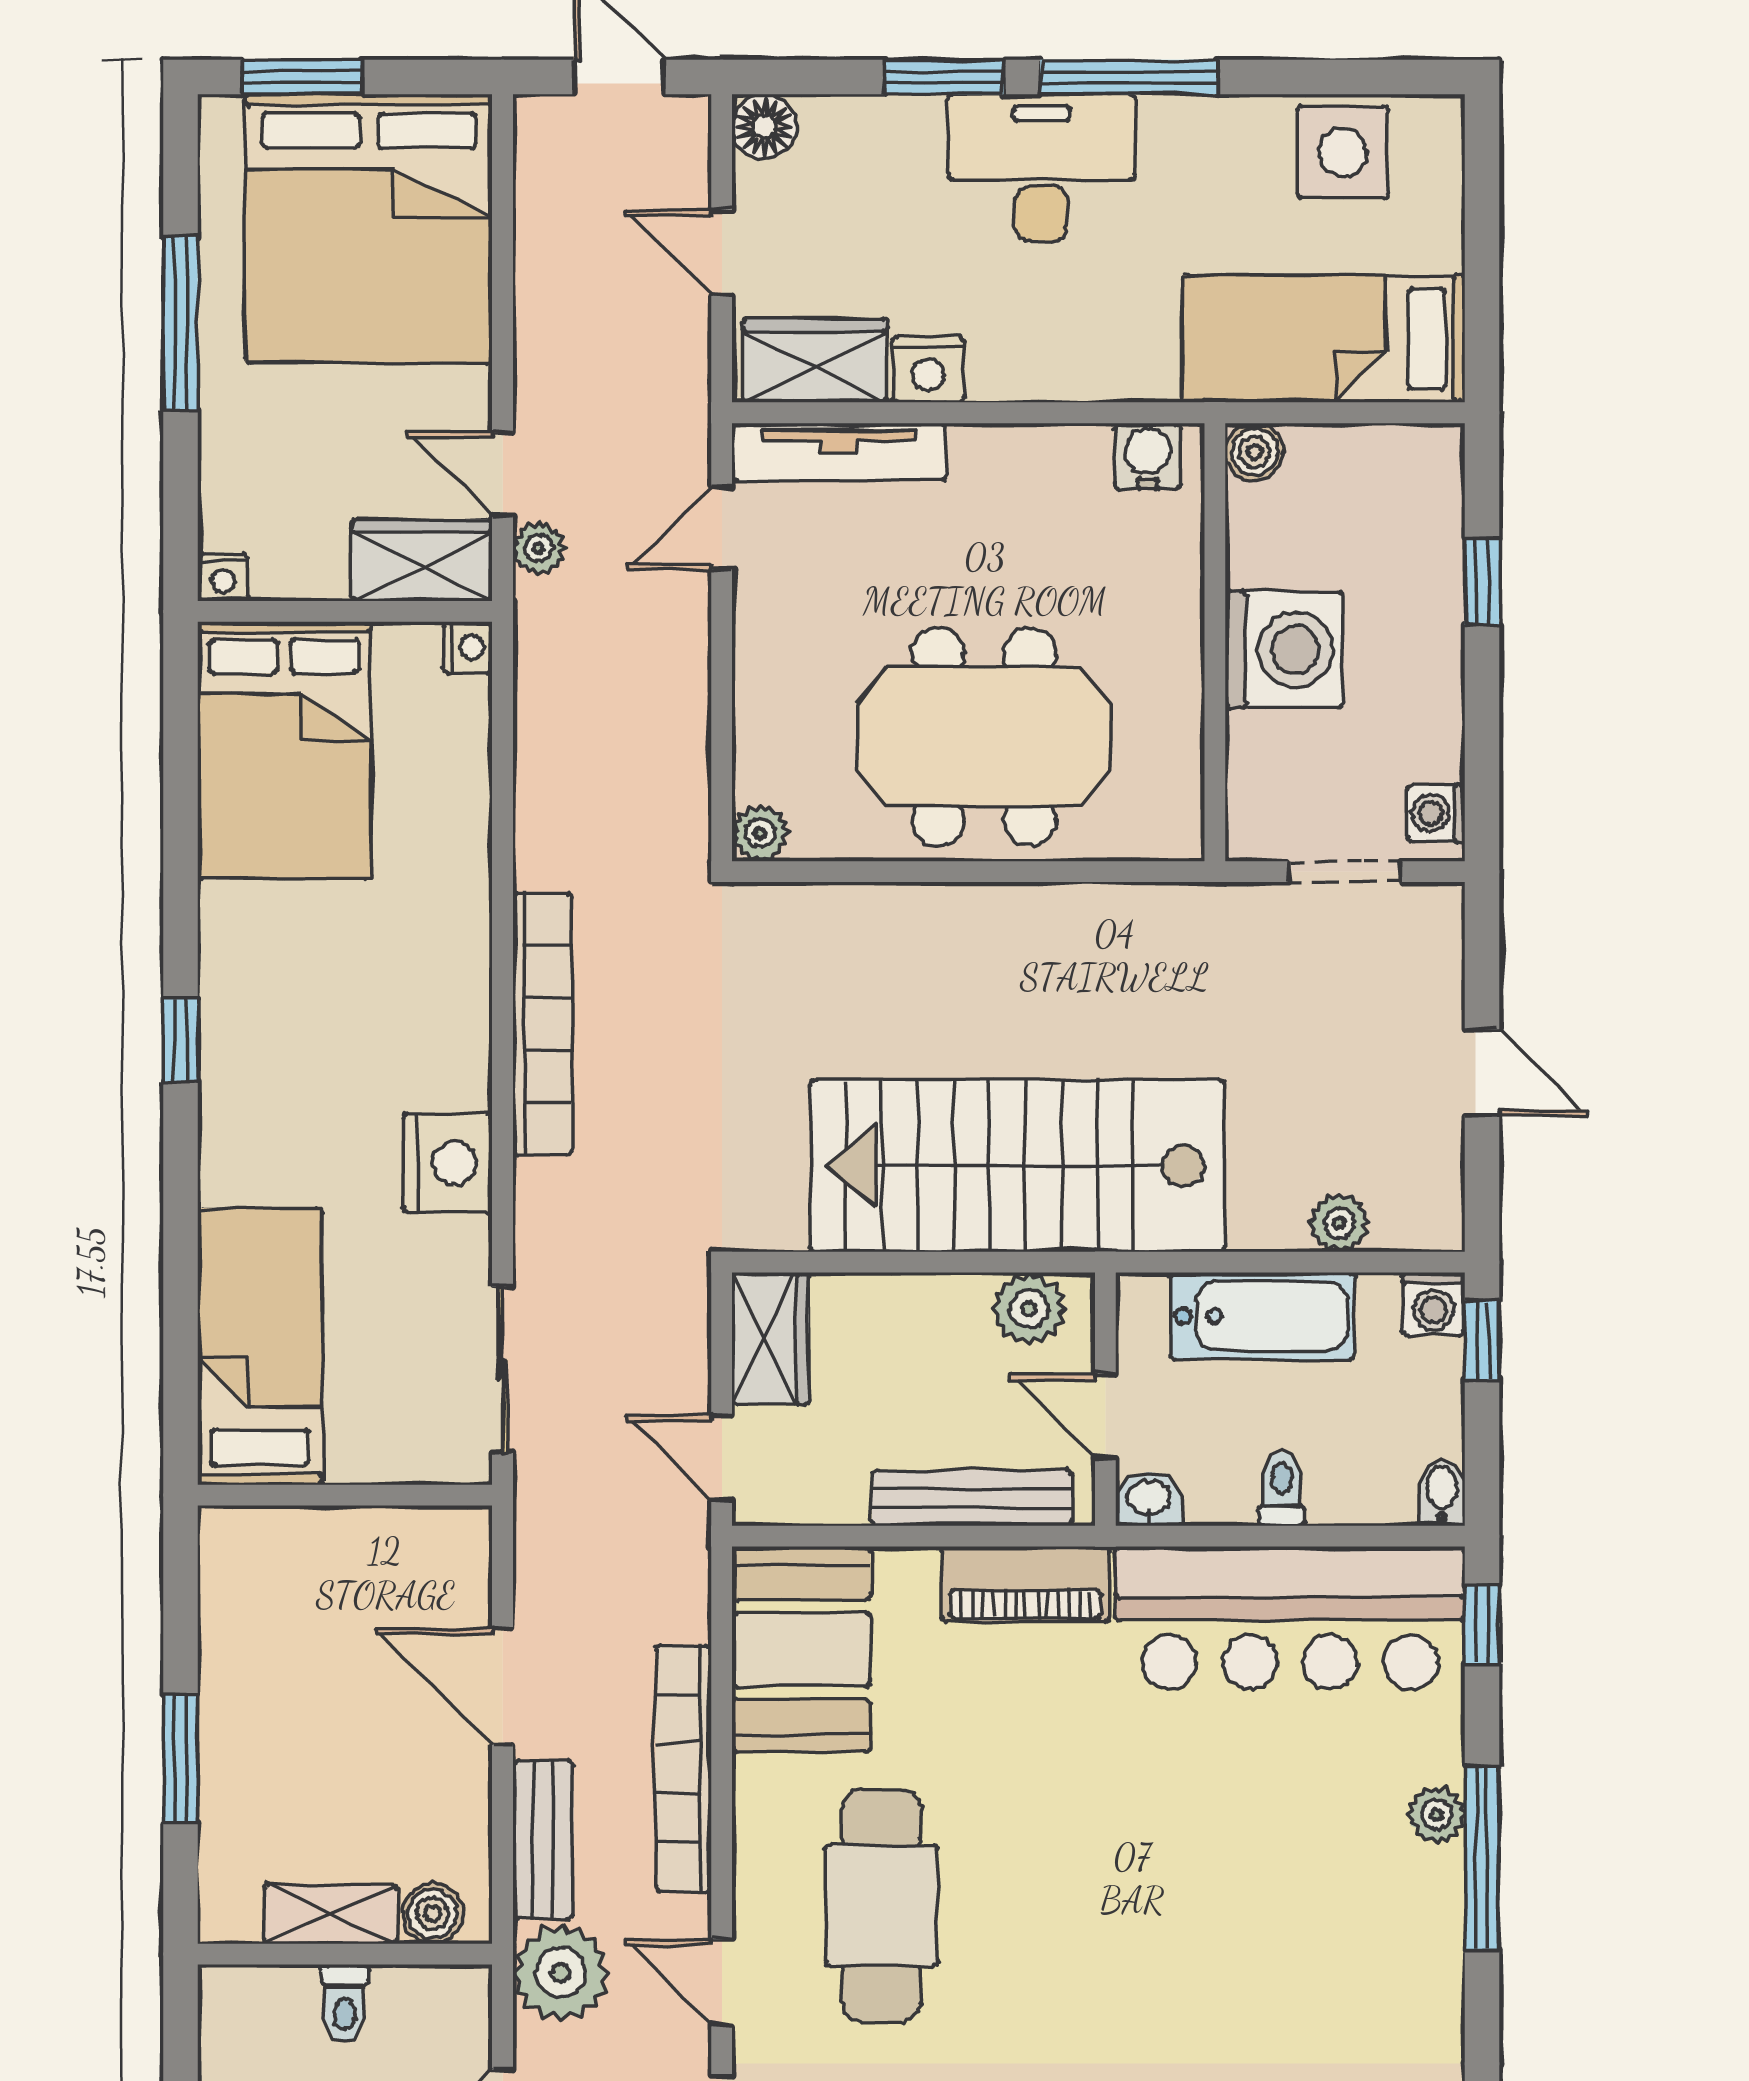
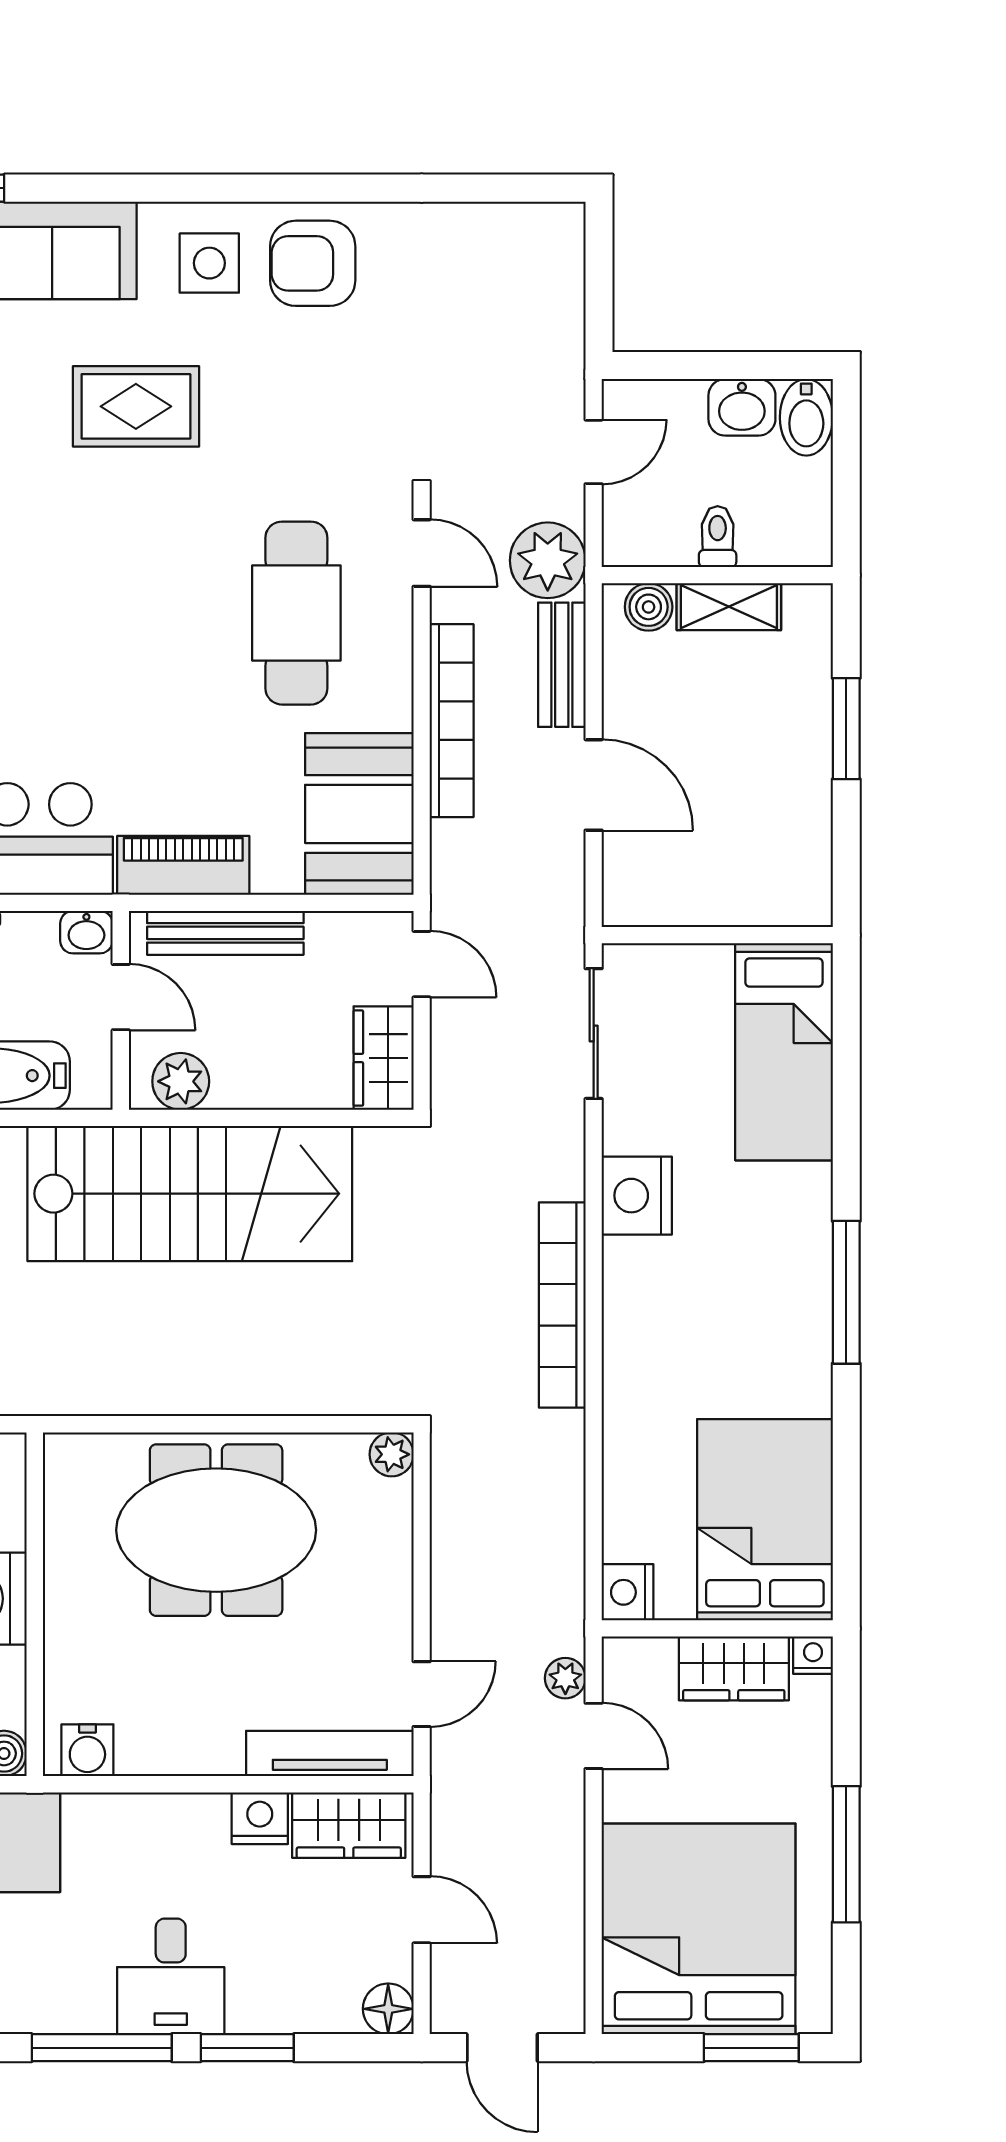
desk: (1042, 168) -> (171, 1976), width x0.73
wardrobe: (422, 560) -> (734, 1668), moved
nightstand: (468, 647) -> (628, 1592), width x1.39, depth x1.35
window: (181, 1040) -> (846, 1292), width x2.17

